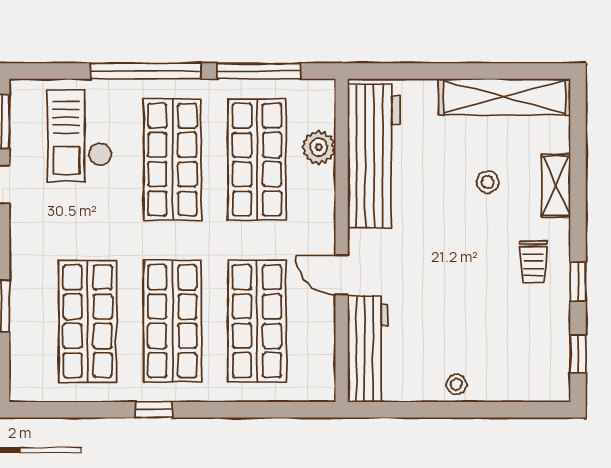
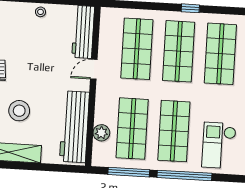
checkout: (80, 136) -> (219, 145), turned 180
stool: (488, 182) -> (19, 111), width x1.89, depth x1.89
door: (342, 275) -> (94, 69), swing flipped

